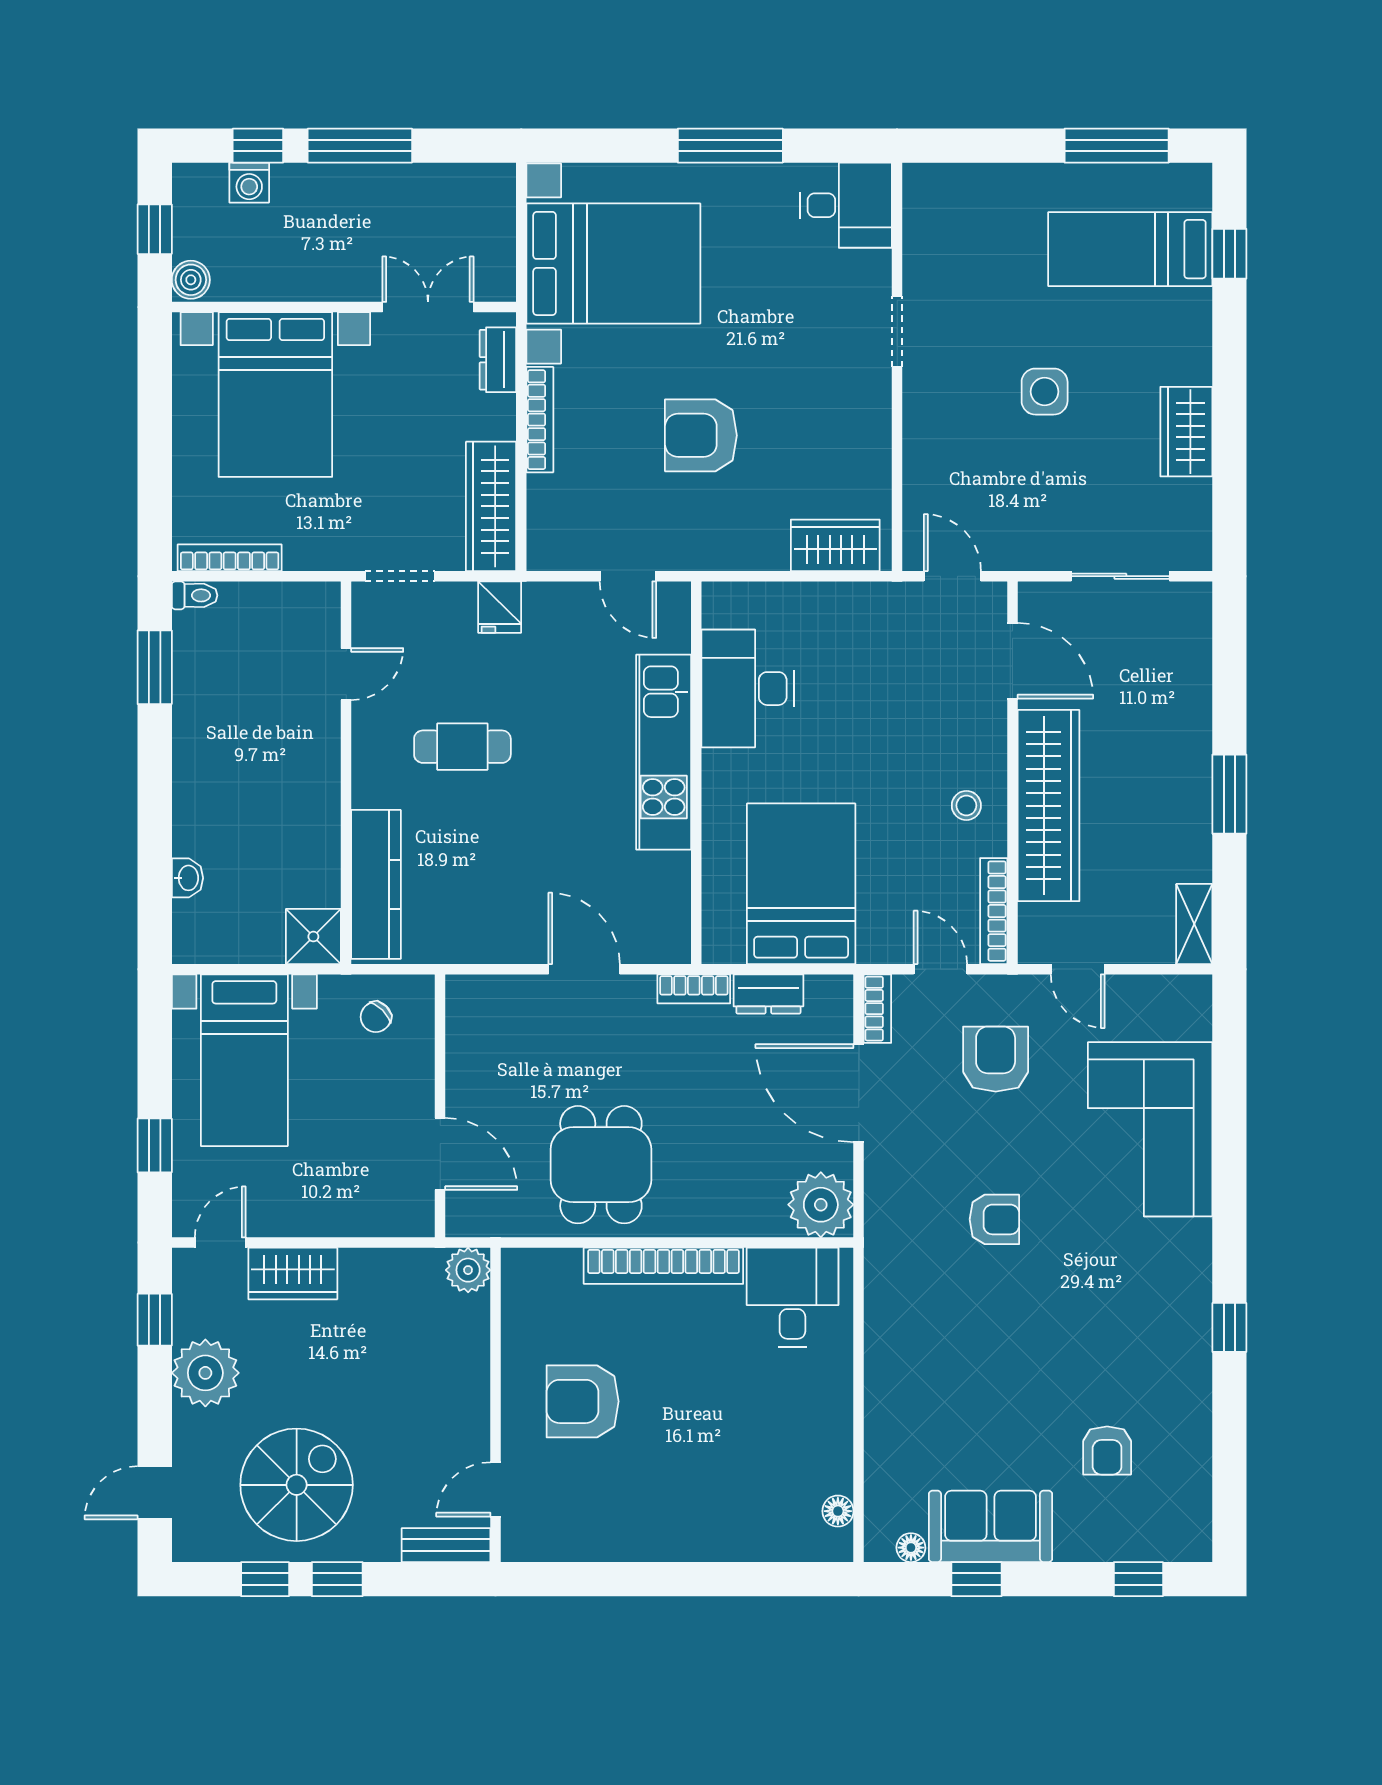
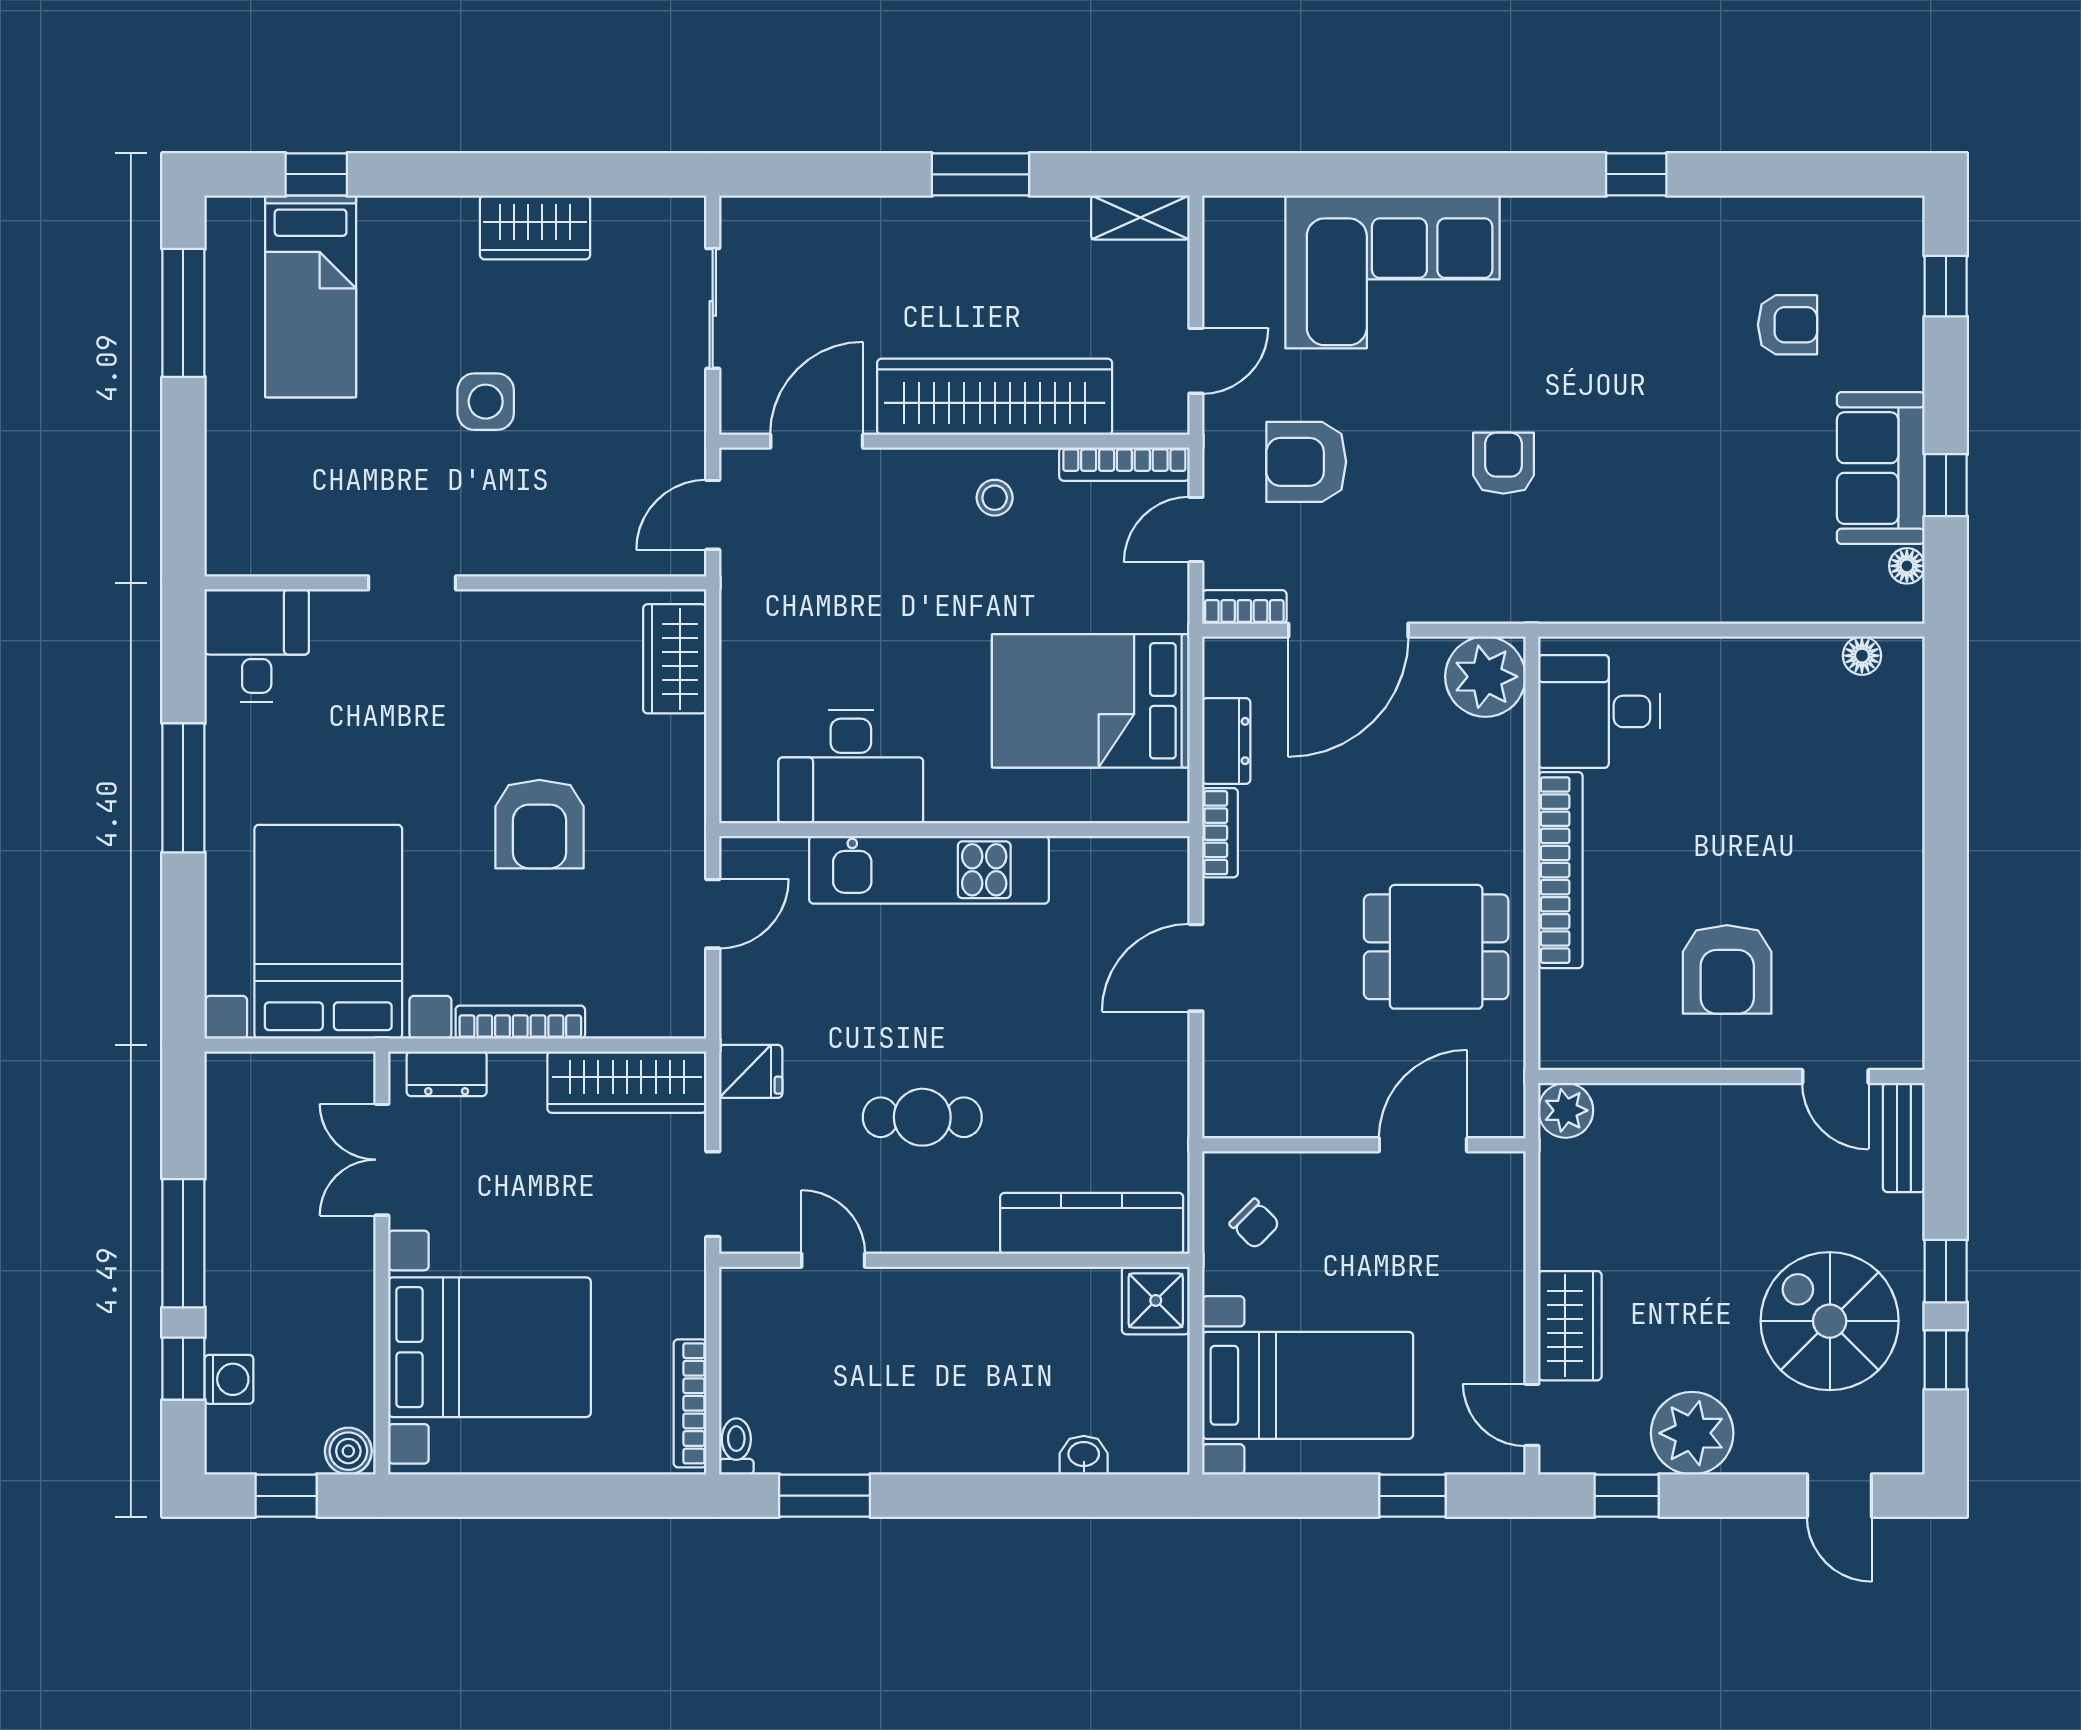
cafe table: (462, 747) -> (922, 1117), turned 90

